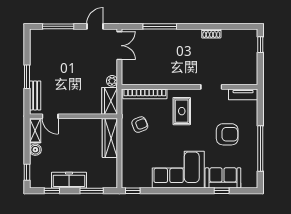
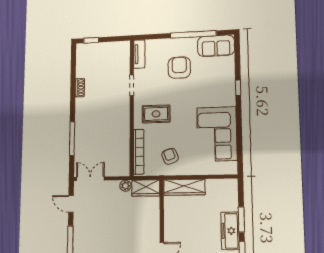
corner sofa: (178, 170) -> (217, 134), moved
sofa: (223, 178) -> (216, 46), moved, turned -90
window: (92, 191) -> (241, 219), moved
window: (133, 191) -> (240, 162), removed
window: (222, 191) -> (238, 88), moved

